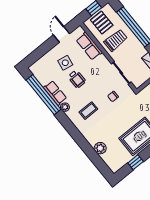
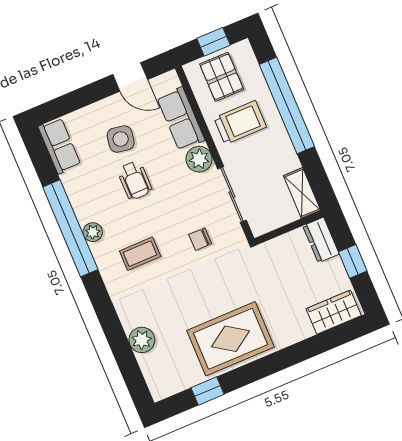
door: (62, 34) -> (130, 77), swing flipped
plant: (102, 62) -> (199, 159), added
row of seats: (55, 93) -> (59, 146), moved
window: (43, 95) -> (70, 228), moved

